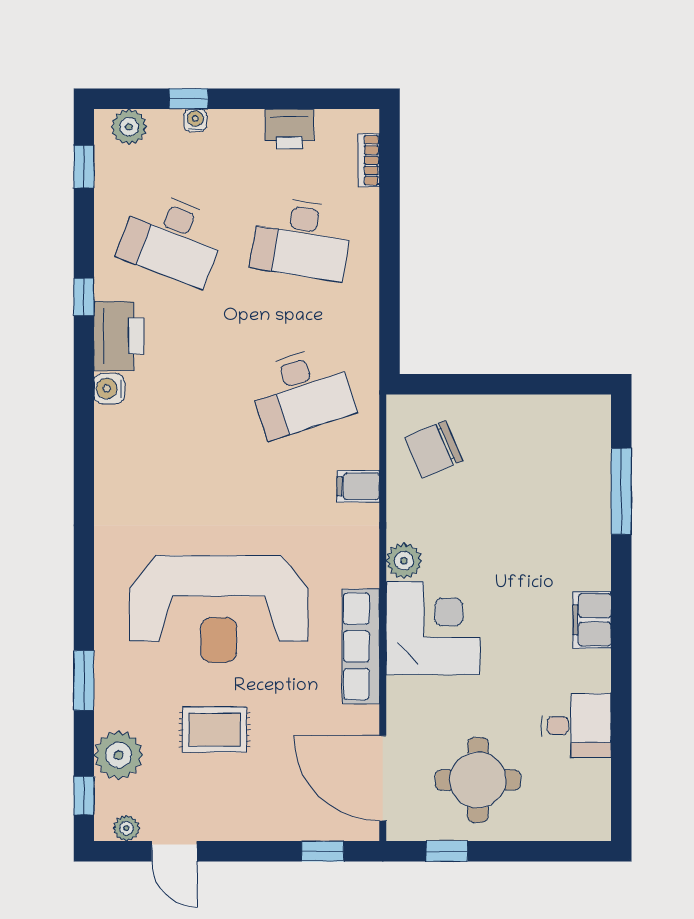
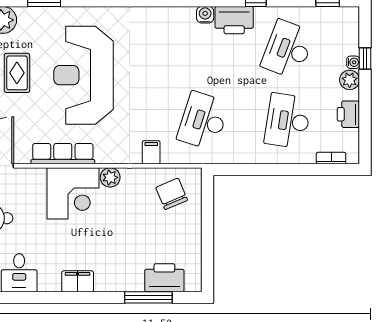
plant: (129, 127) -> (350, 80), moved
desk: (301, 392) -> (203, 121), turned 36
printer: (586, 462) -> (164, 278), added

